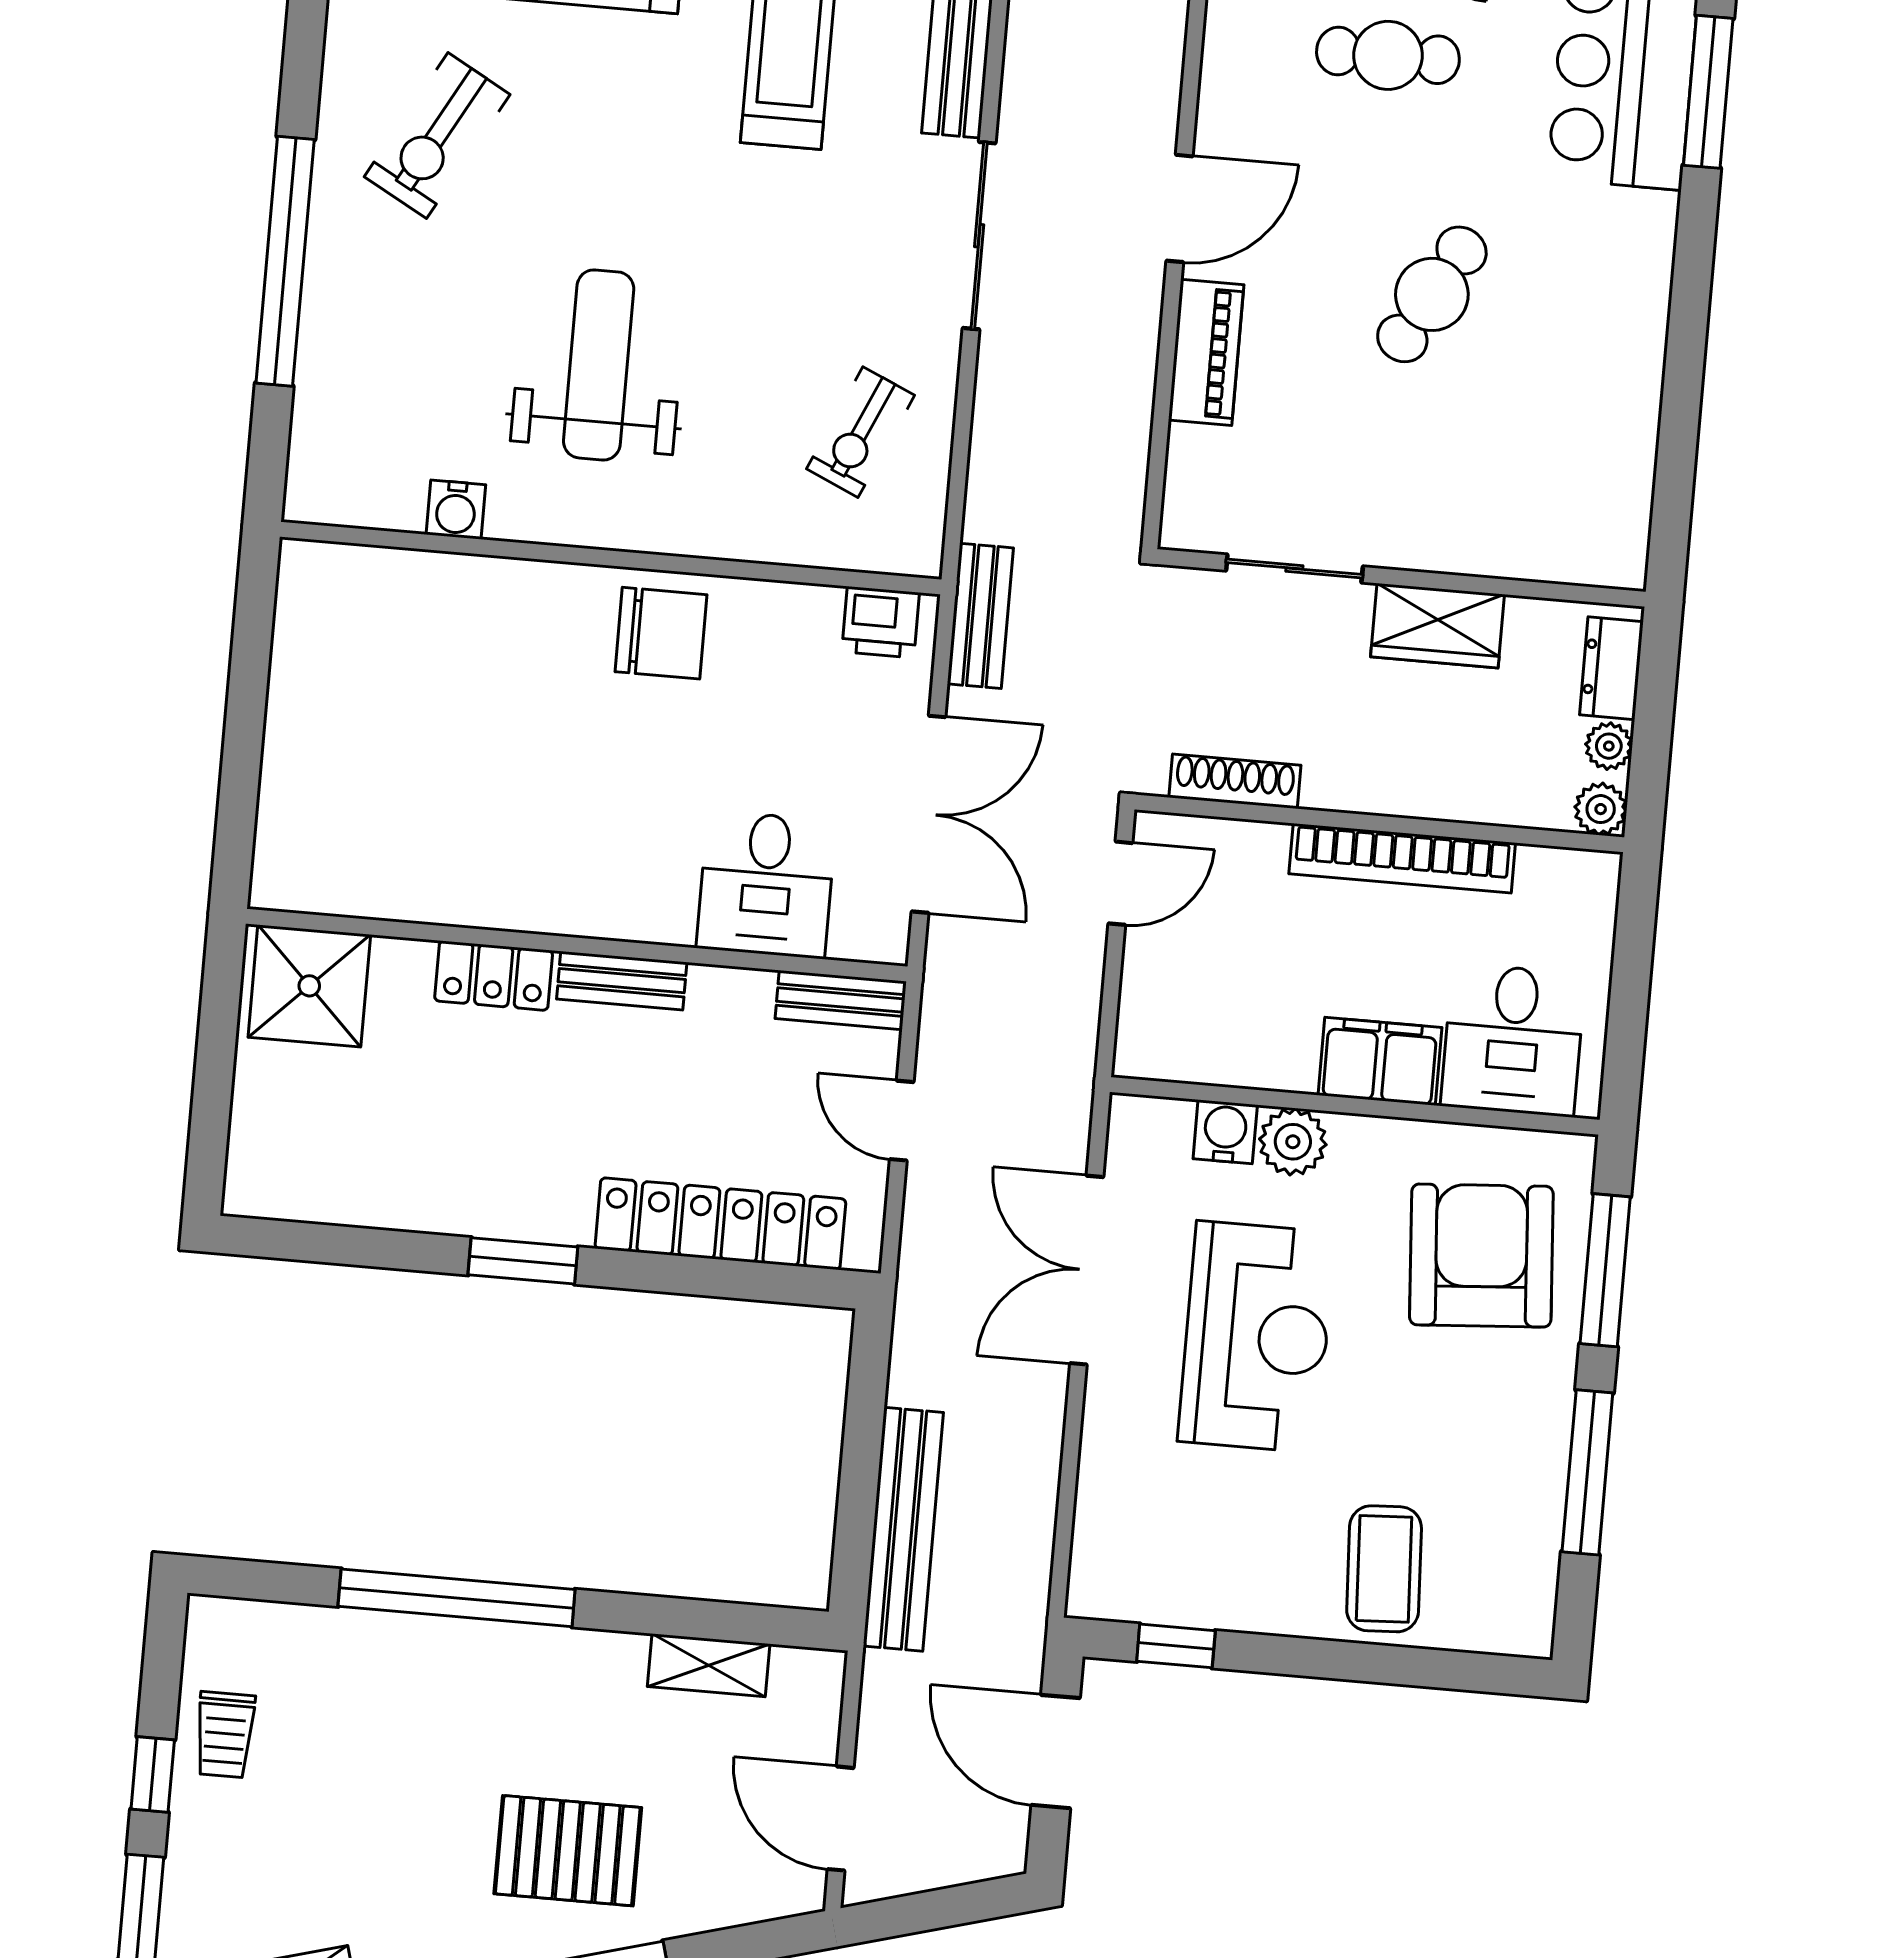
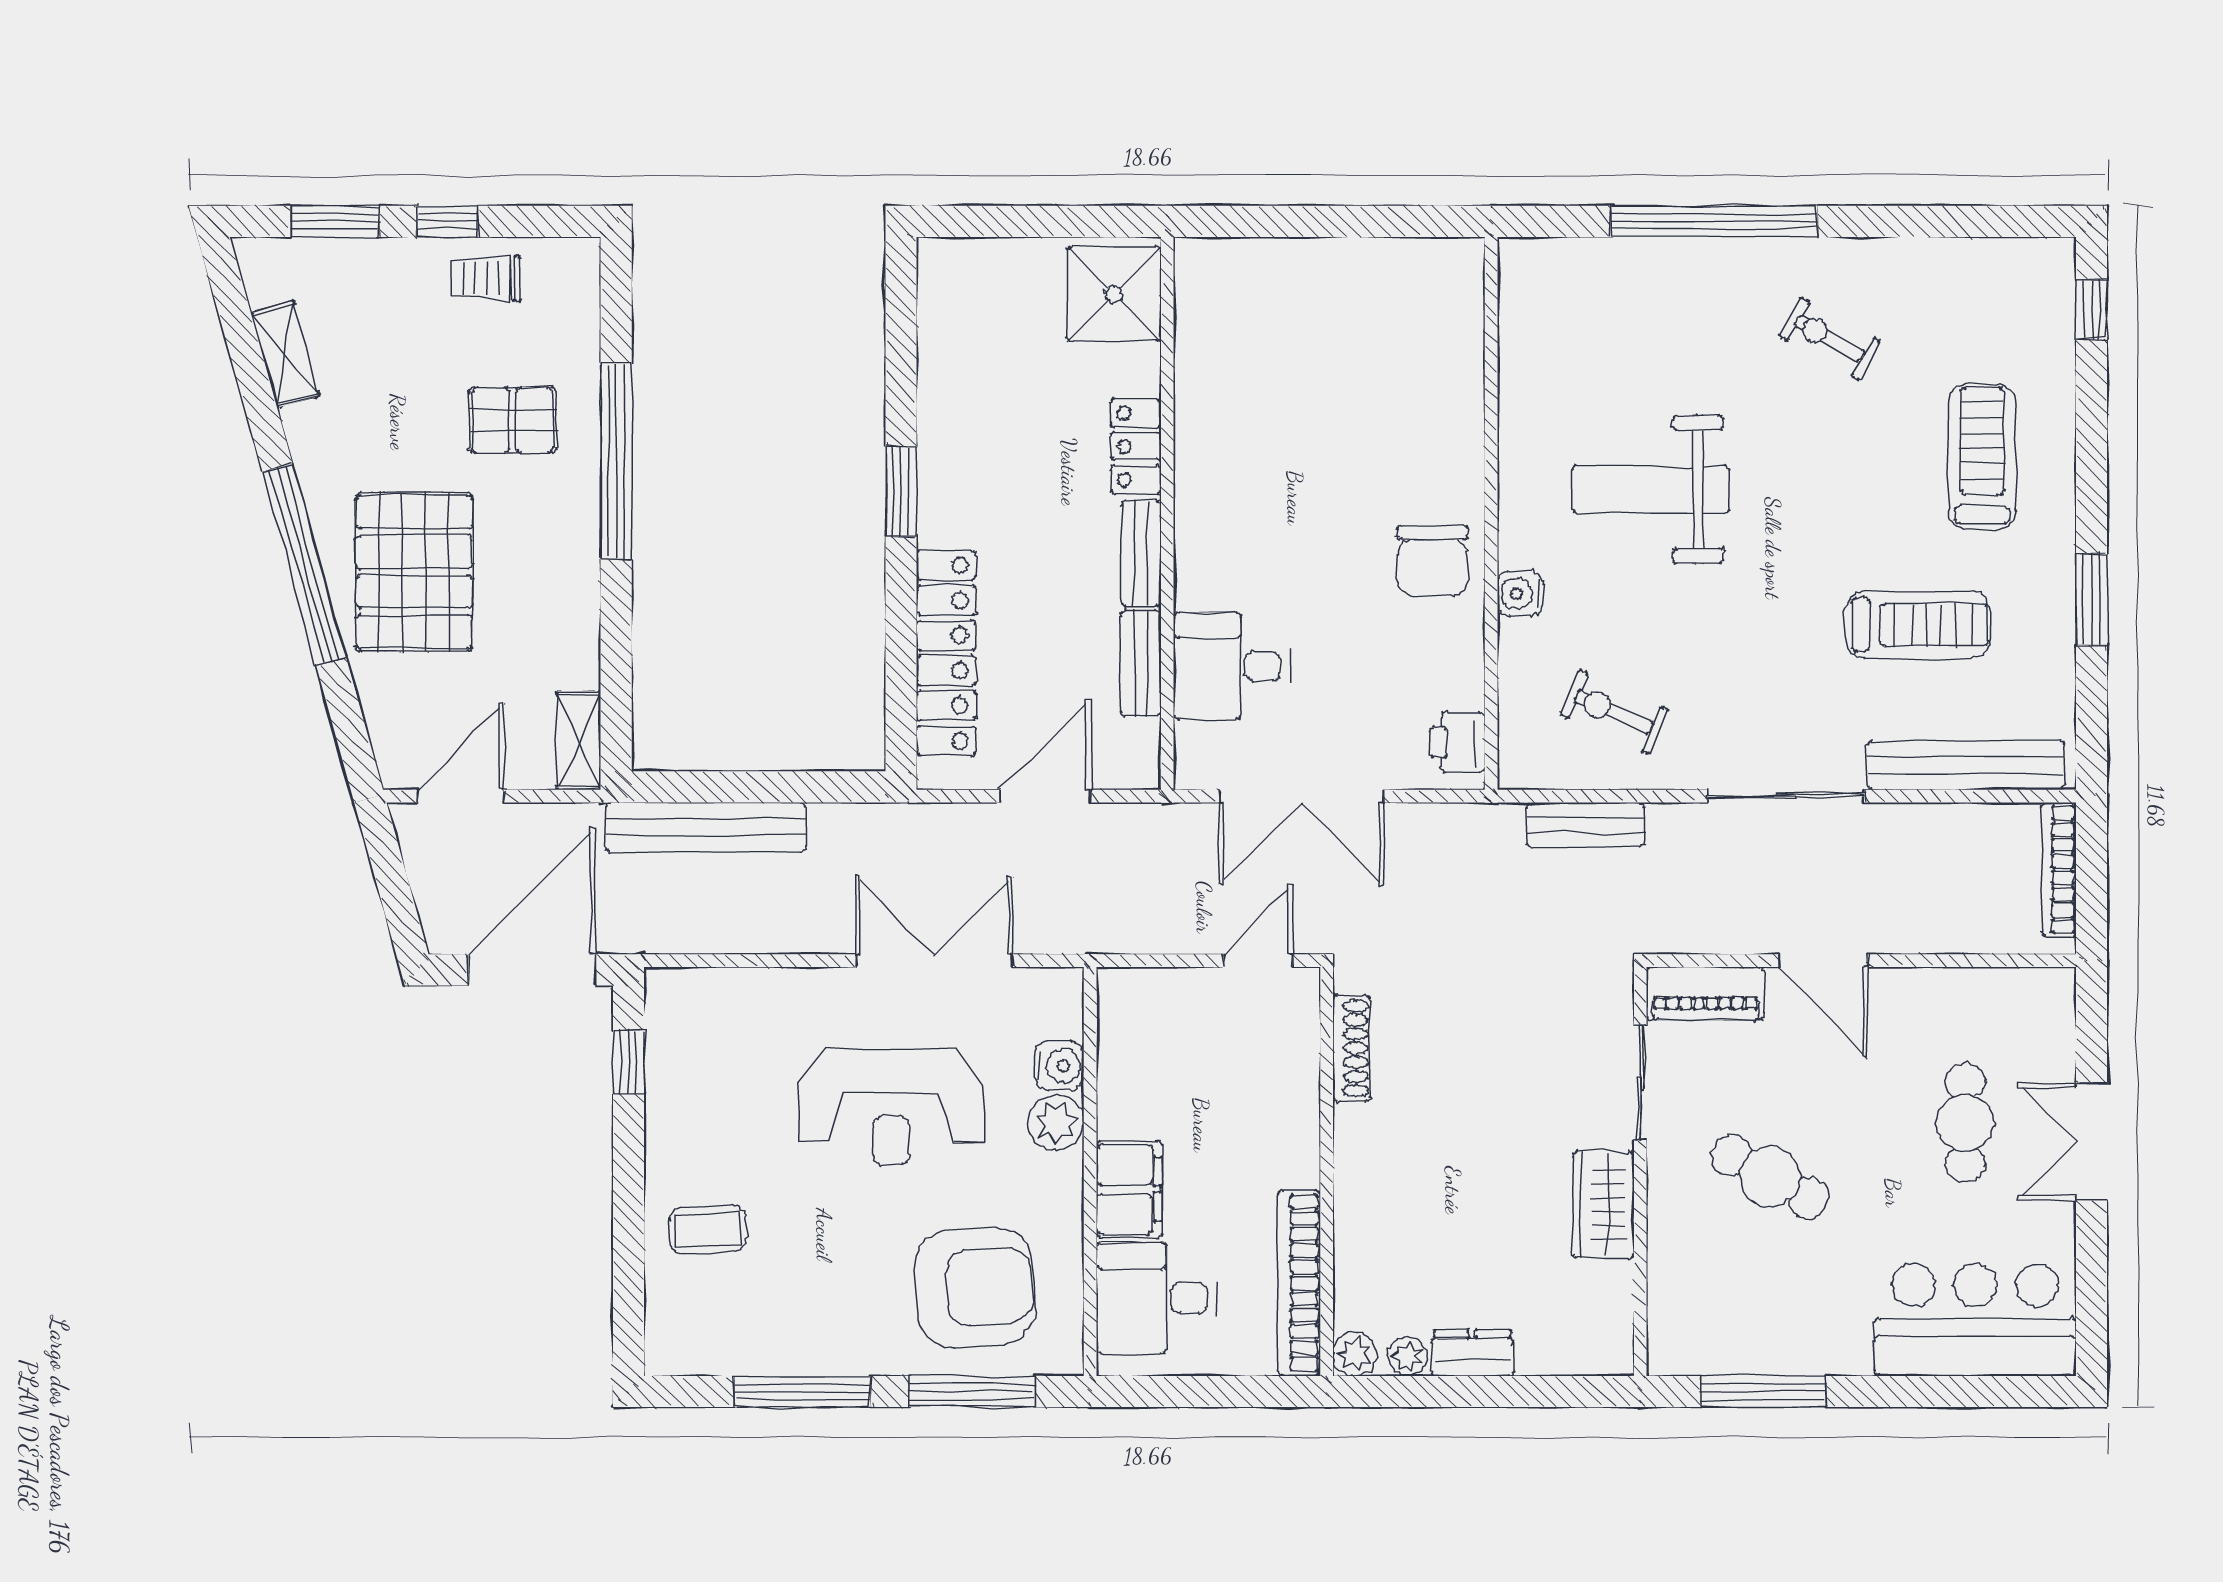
window: (1708, 92) -> (1763, 1391), moved
exercise bike: (437, 136) -> (1830, 339), width x0.73, depth x0.72
weight bench: (599, 365) -> (1651, 489), turned 180
water cooler: (456, 510) -> (1520, 594), moved
sliding door: (1294, 568) -> (1640, 1082), moved
wall: (1401, 578) -> (1640, 1171), moved
bench: (980, 616) -> (1586, 825), moved
wardrobe: (1438, 626) -> (1603, 1205), moved
bookcase: (1402, 858) -> (1299, 1283), moved
door: (1120, 883) -> (1258, 961), swing flipped
bench: (841, 1000) -> (1141, 663), moved
door: (902, 1121) -> (1045, 796), width x1.38
coffee table: (1384, 1569) -> (708, 1229), width x0.73, depth x0.77
shelving: (709, 1665) -> (579, 741), moved
pallet: (397, 1717) -> (513, 420), added
door: (1056, 1752) -> (532, 970), width x1.36
pallet: (568, 1851) -> (414, 572), width x1.37, depth x1.41

